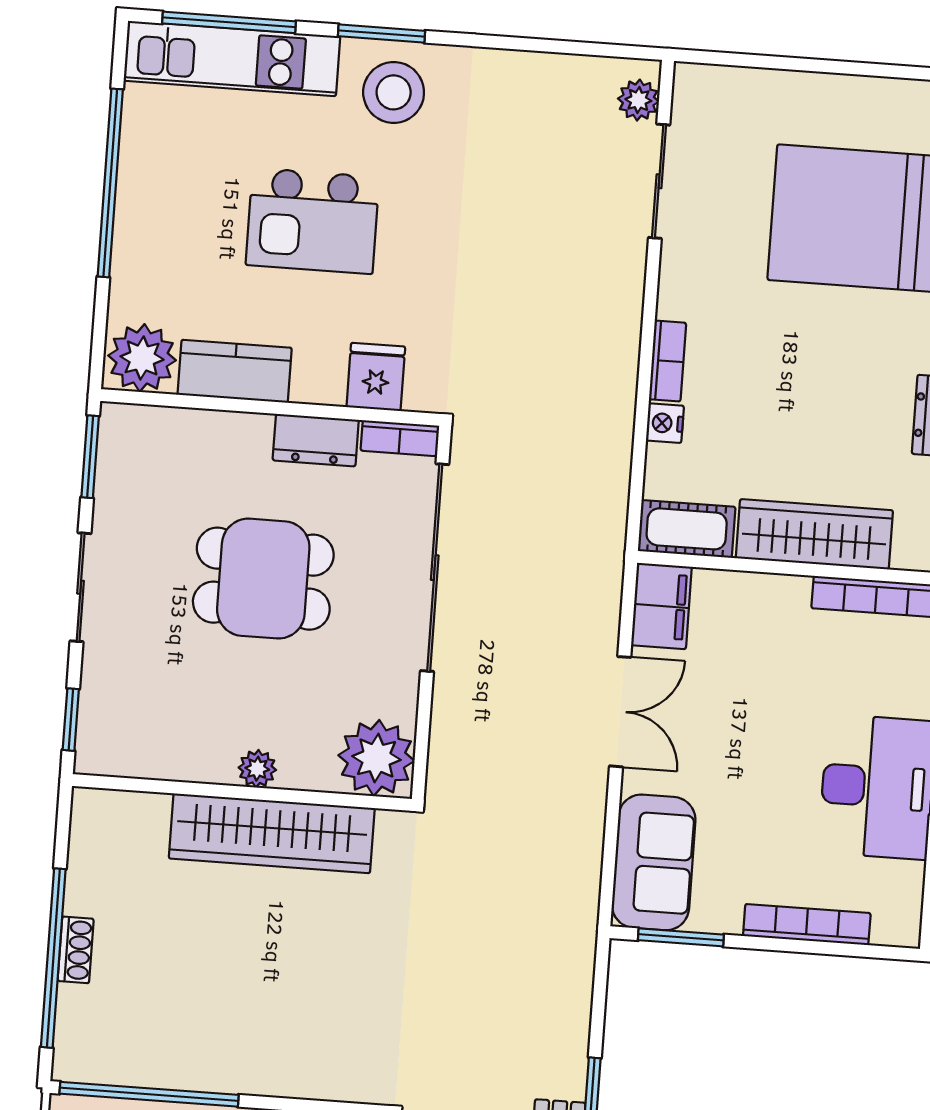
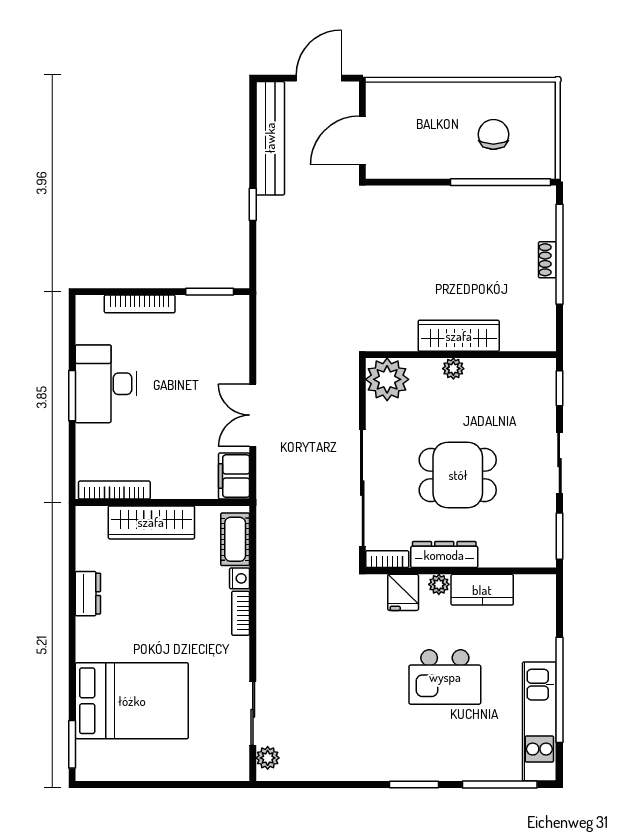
kitchen unit: (232, 58) -> (539, 722), moved, turned -90
stool: (394, 92) -> (405, 752), removed
kitchen island: (313, 221) -> (445, 677), turned 180
plant: (142, 358) -> (439, 584), moved, width x0.53, depth x0.53
dresser: (316, 440) -> (444, 555), width x1.44
cot: (687, 529) -> (235, 539), moved, turned 90
wardrobe: (272, 833) -> (459, 336), width x0.71, depth x0.85
sofa: (654, 862) -> (228, 332), removed

